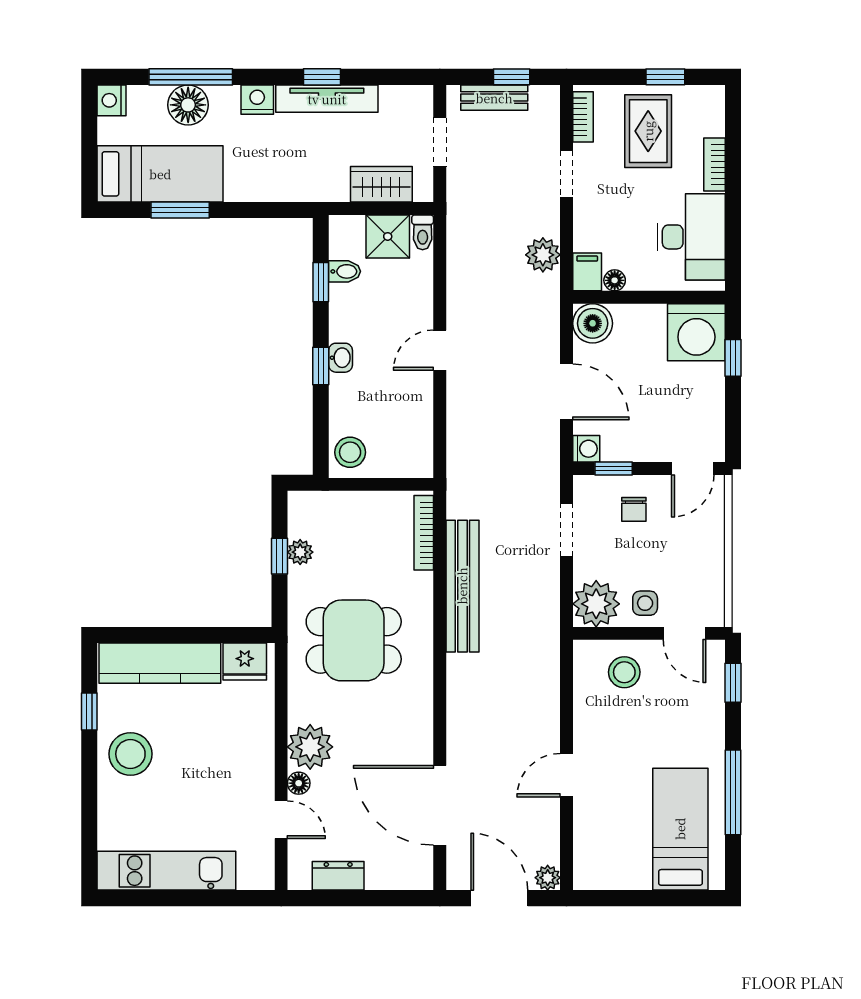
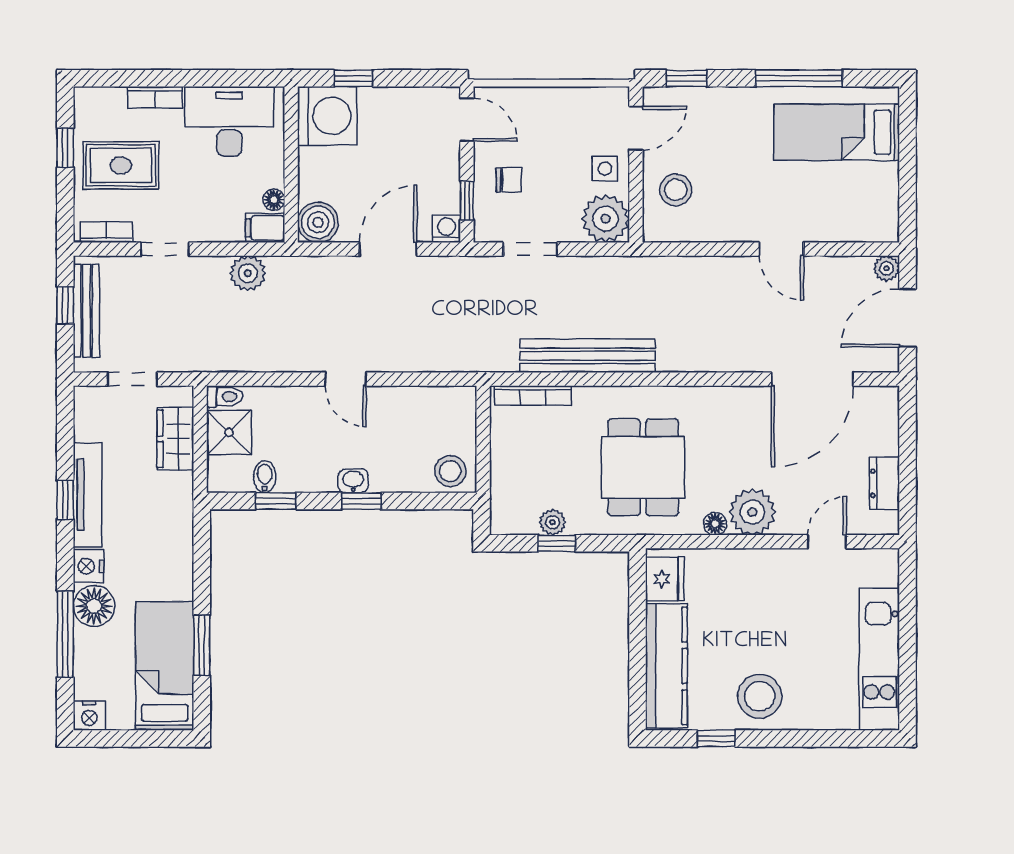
bench: (494, 98) -> (86, 311), width x1.36
floor lamp: (188, 105) -> (94, 606), moved
floor lamp: (299, 783) -> (715, 524), moved

